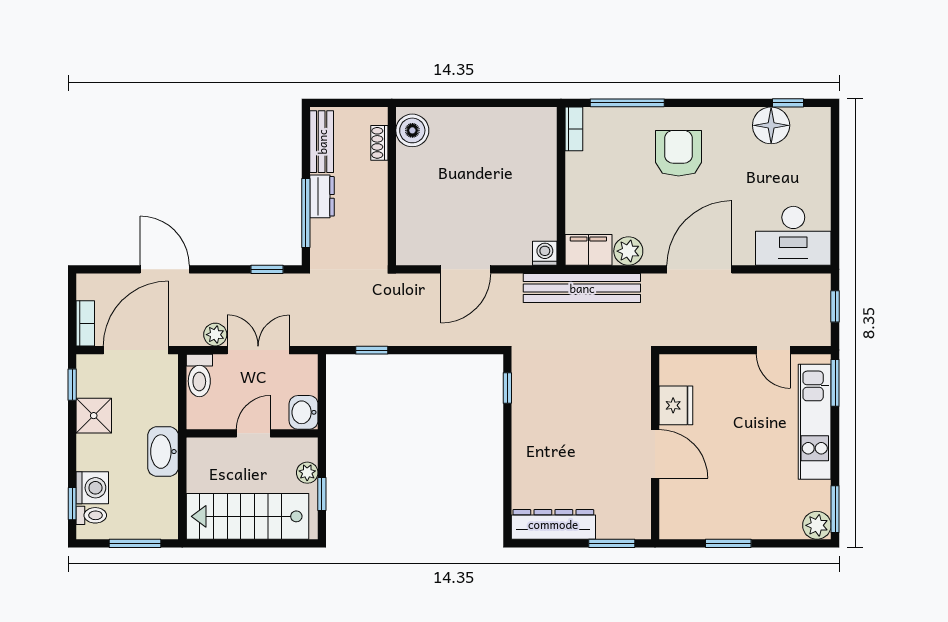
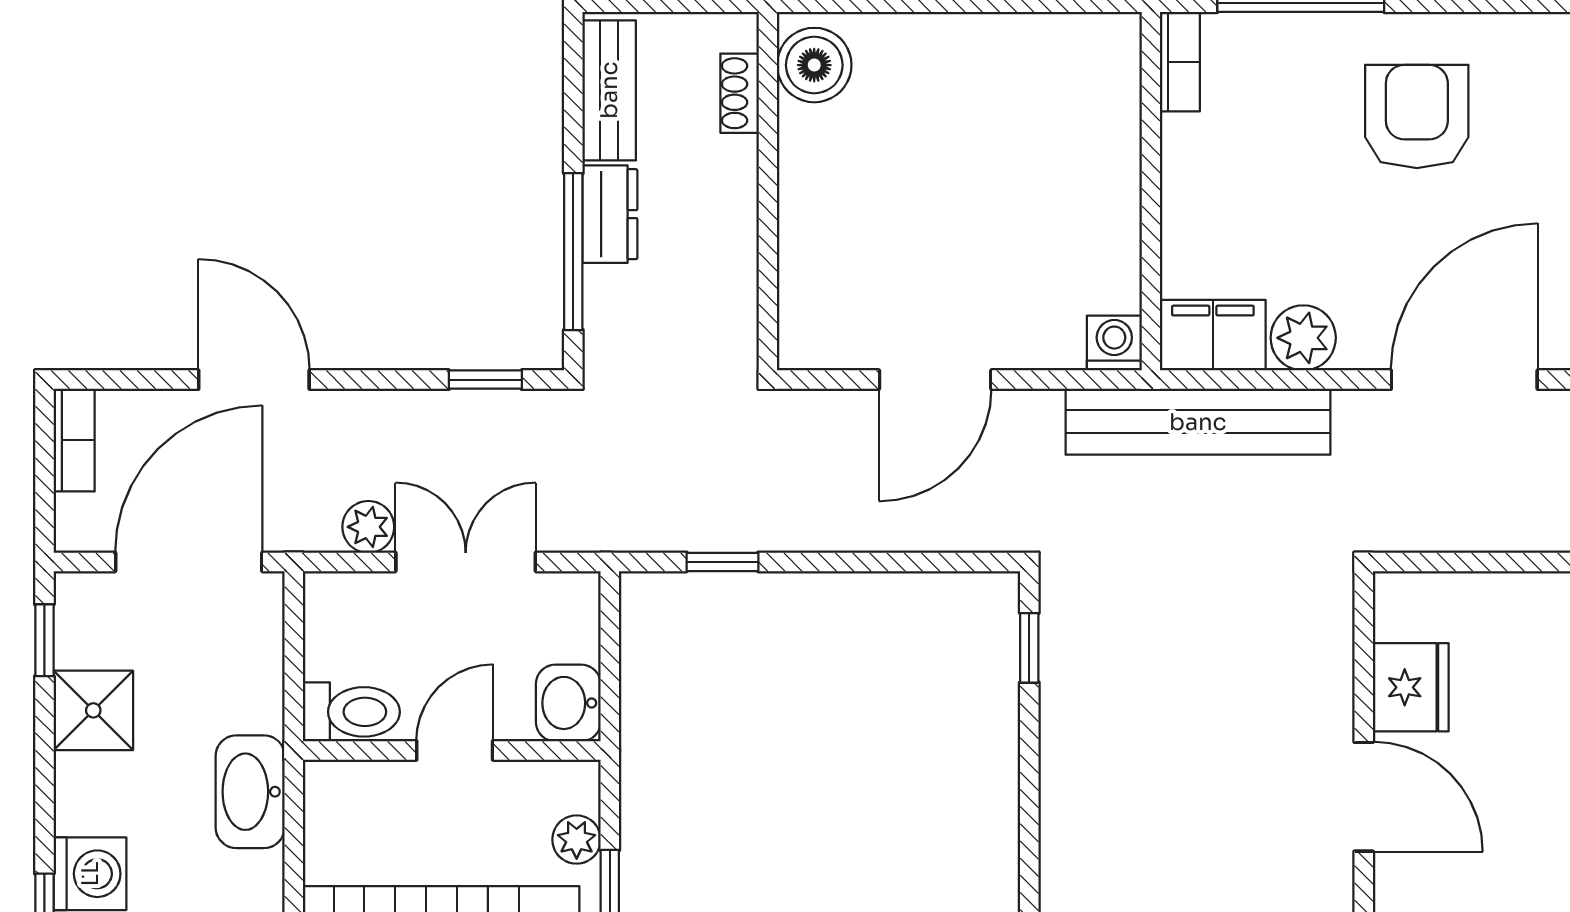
bookcase: (85, 323) -> (74, 440), moved
toilet: (199, 375) -> (351, 712), moved, turned -90

